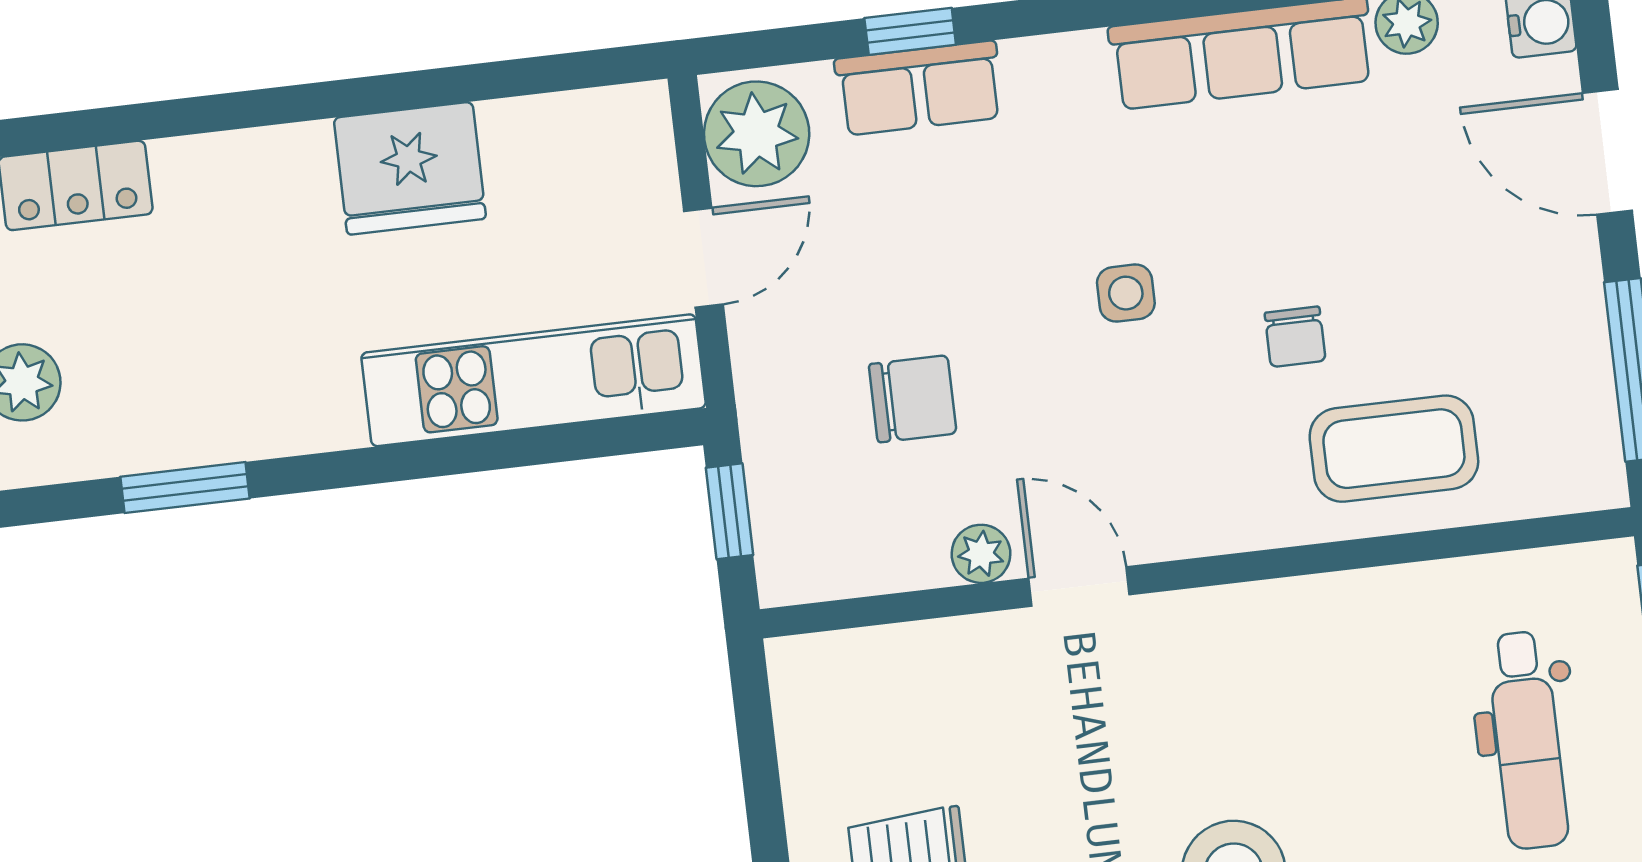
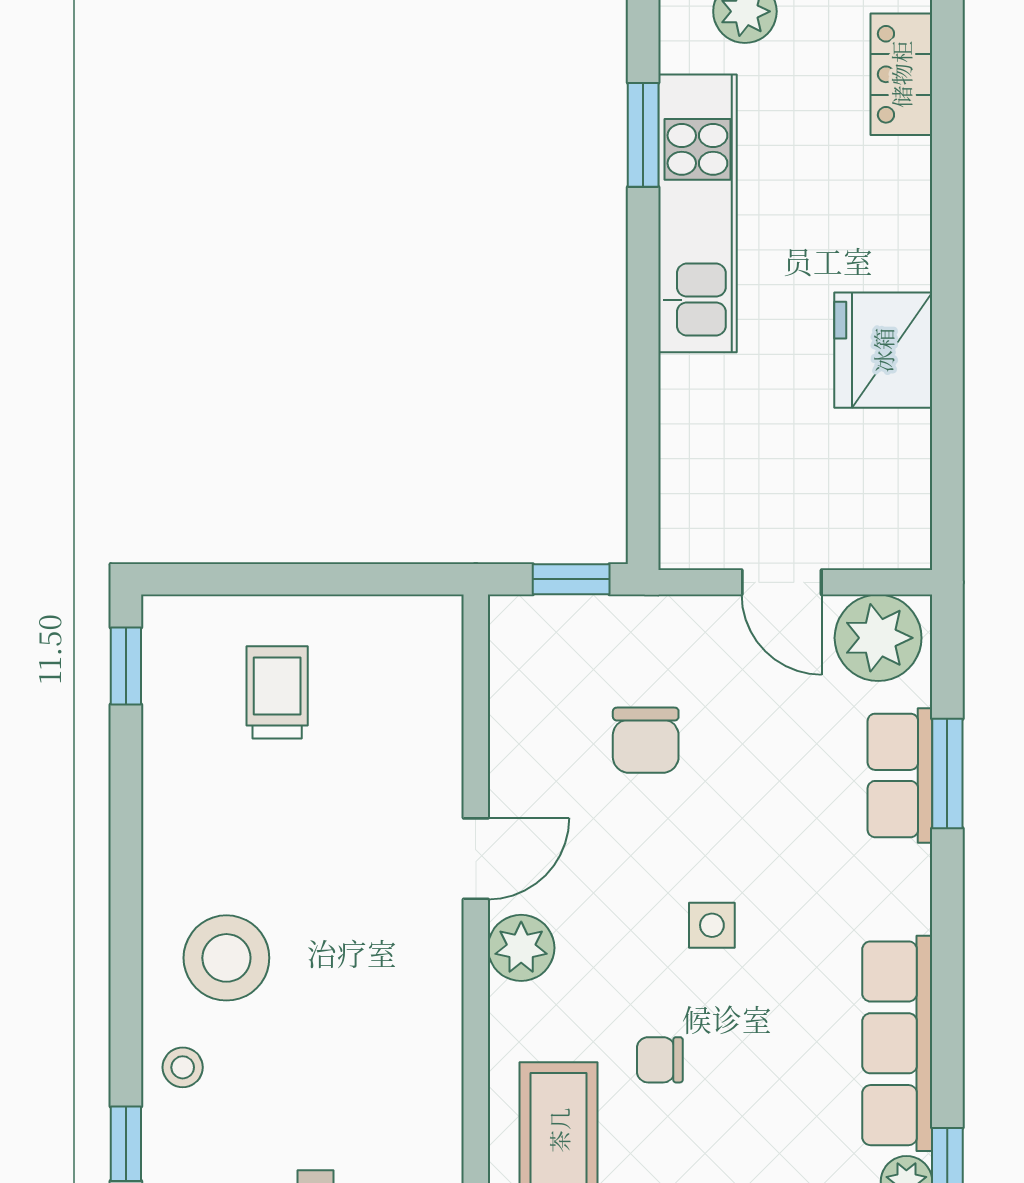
window: (910, 31) -> (947, 774), width x1.50
kitchen unit: (534, 380) -> (697, 213), moved
plant: (981, 554) -> (521, 948), moved, width x1.38, depth x1.38

